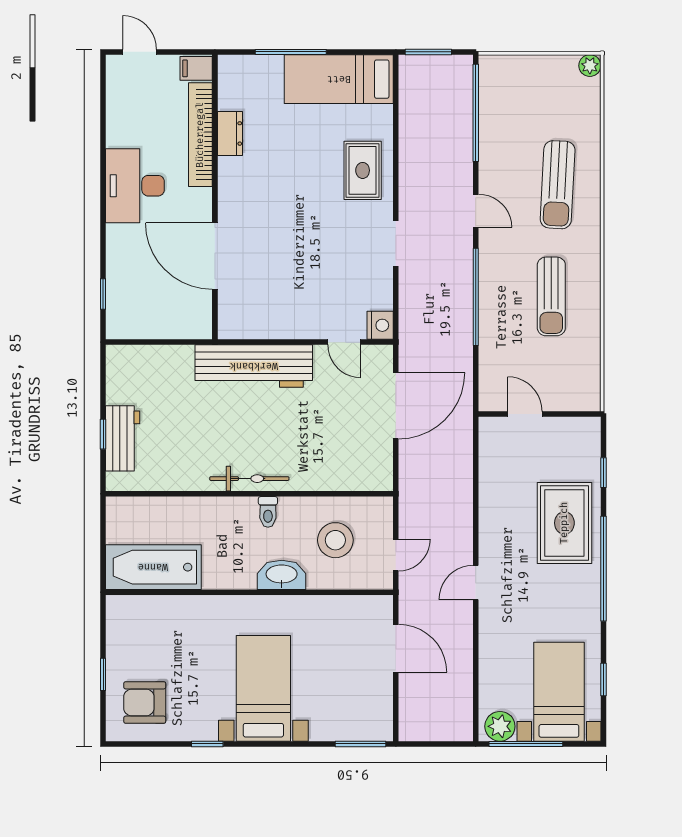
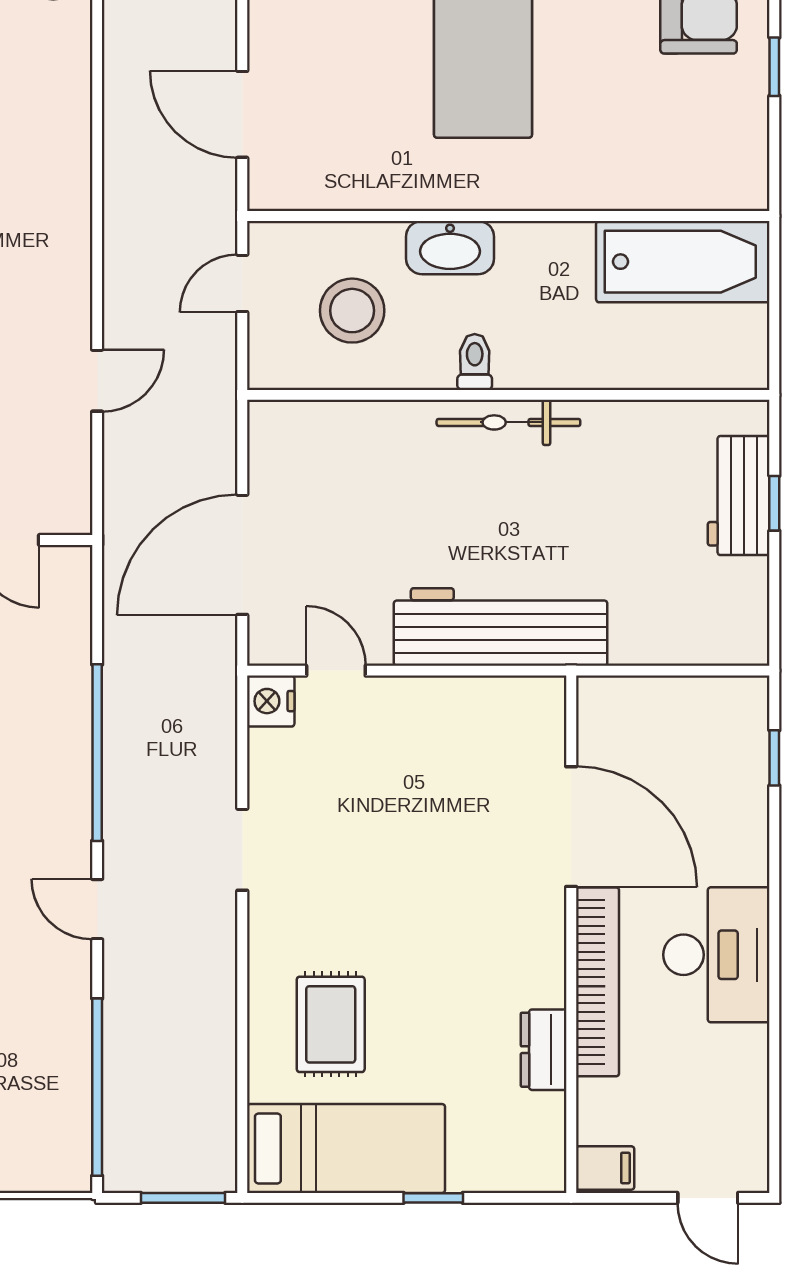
window: (291, 52) -> (433, 1198), width x0.46
bookcase: (200, 135) -> (597, 982), moved
rug: (363, 170) -> (331, 1024), moved
door: (476, 583) -> (97, 381), moved

